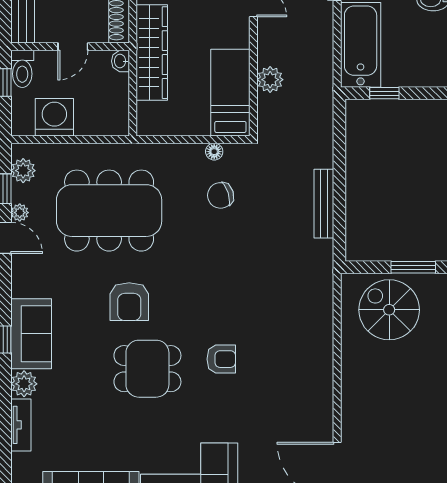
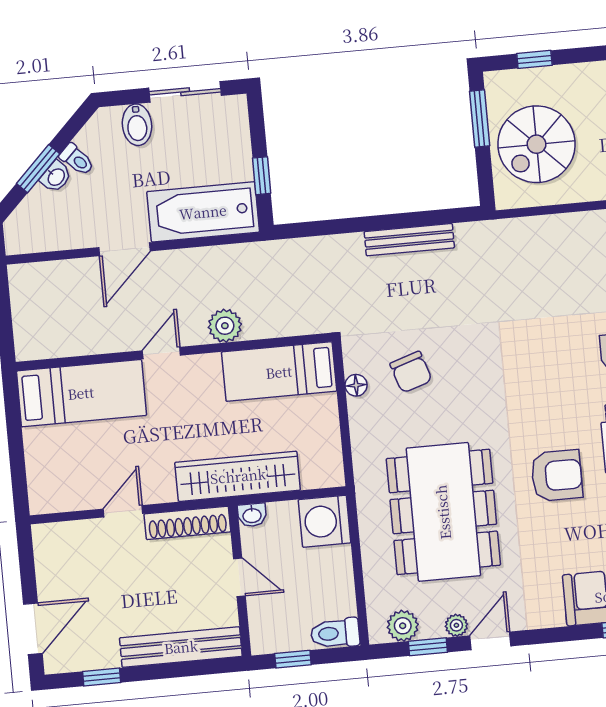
toilet: (22, 69) -> (335, 633), moved, turned 180
plant: (270, 80) -> (225, 326), moved
washing machine: (54, 117) -> (325, 521), moved

